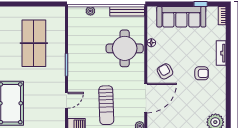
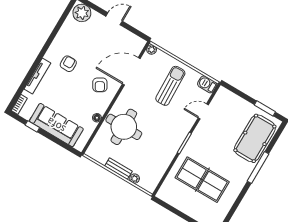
bench: (127, 11) -> (118, 169), moved, width x0.73
table tennis table: (34, 43) -> (202, 180), turned 90
tv unit: (221, 53) -> (37, 76), width x1.41
armchair: (202, 73) -> (68, 64), turned 90

